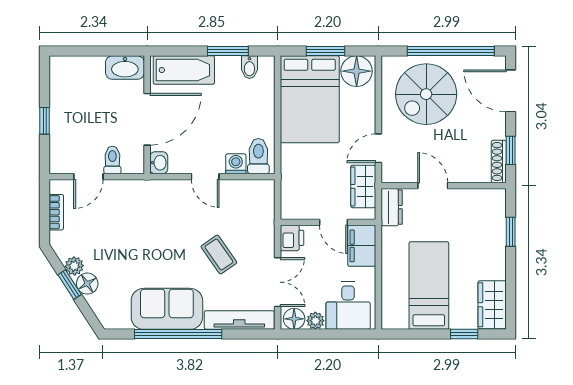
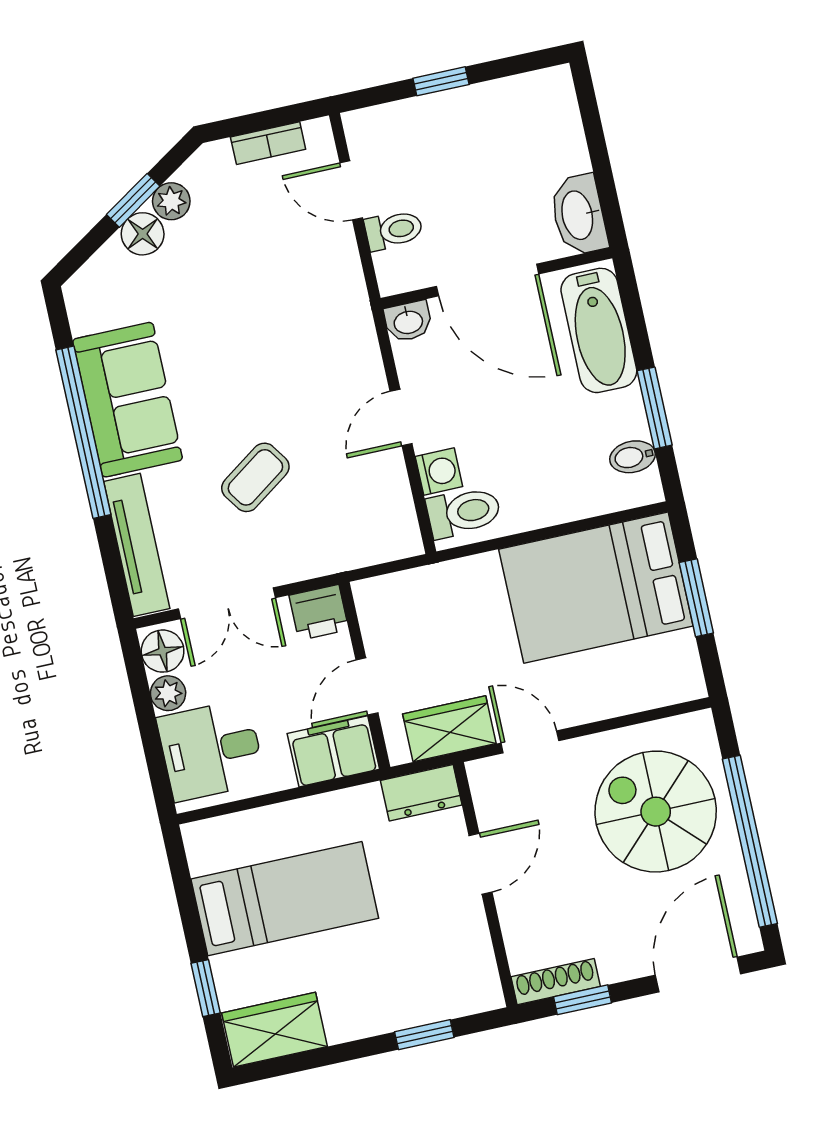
floor lamp: (357, 71) -> (670, 667), removed

